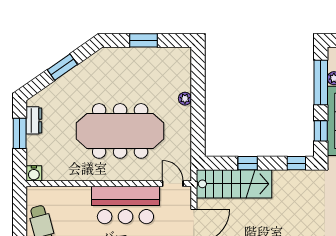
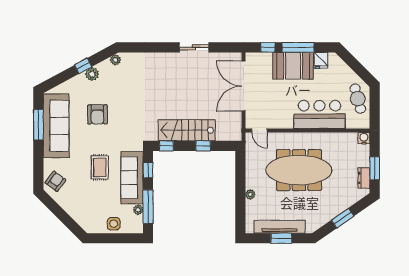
tv unit: (146, 56) -> (279, 227), added
stairs: (234, 184) -> (187, 130), moved
bar counter: (125, 205) -> (319, 114), moved

